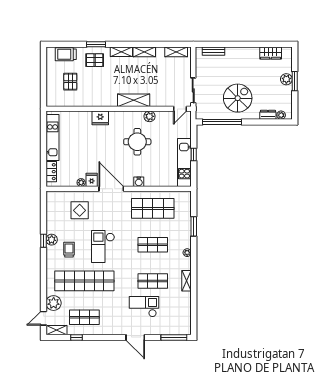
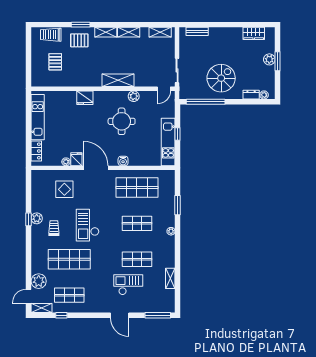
shop shelf: (84, 281) -> (69, 259), width x0.71
shelving: (186, 281) -> (170, 278), moved

